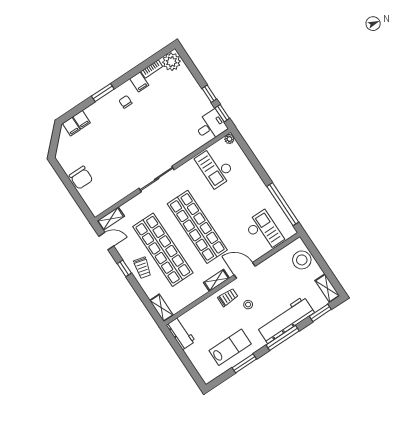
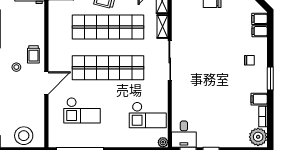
window: (103, 93) -> (270, 78), moved
chair: (126, 102) -> (249, 60), moved
checkout: (215, 167) -> (148, 115), turned 180
checkout: (264, 231) -> (82, 110), moved
shelving: (216, 280) -> (163, 27), moved

